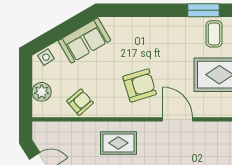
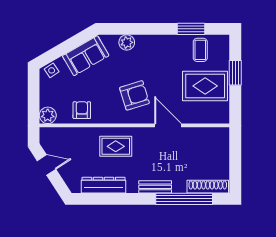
plant: (131, 26) -> (127, 42), added
plant: (42, 92) -> (48, 115), moved
armchair: (80, 102) -> (82, 110), turned -49

